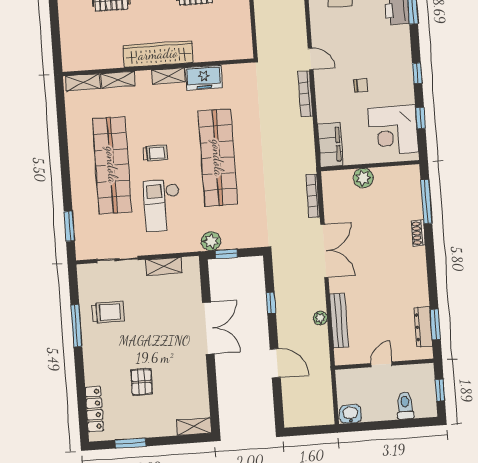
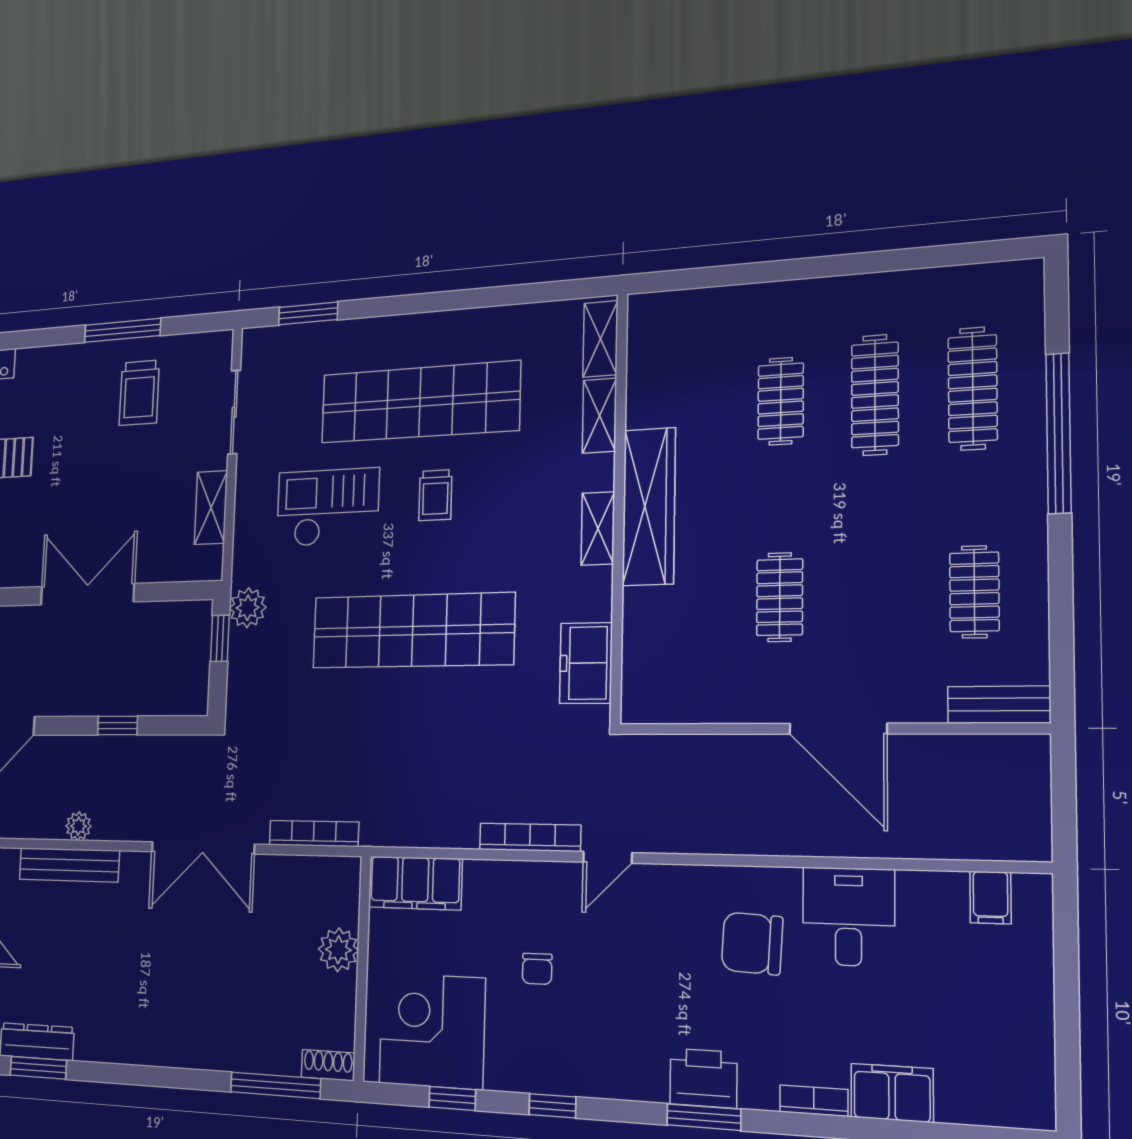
freezer: (204, 78) -> (586, 663), moved
shoe rack: (418, 233) -> (328, 1065), moved
double door: (208, 328) -> (87, 594), swing flipped

